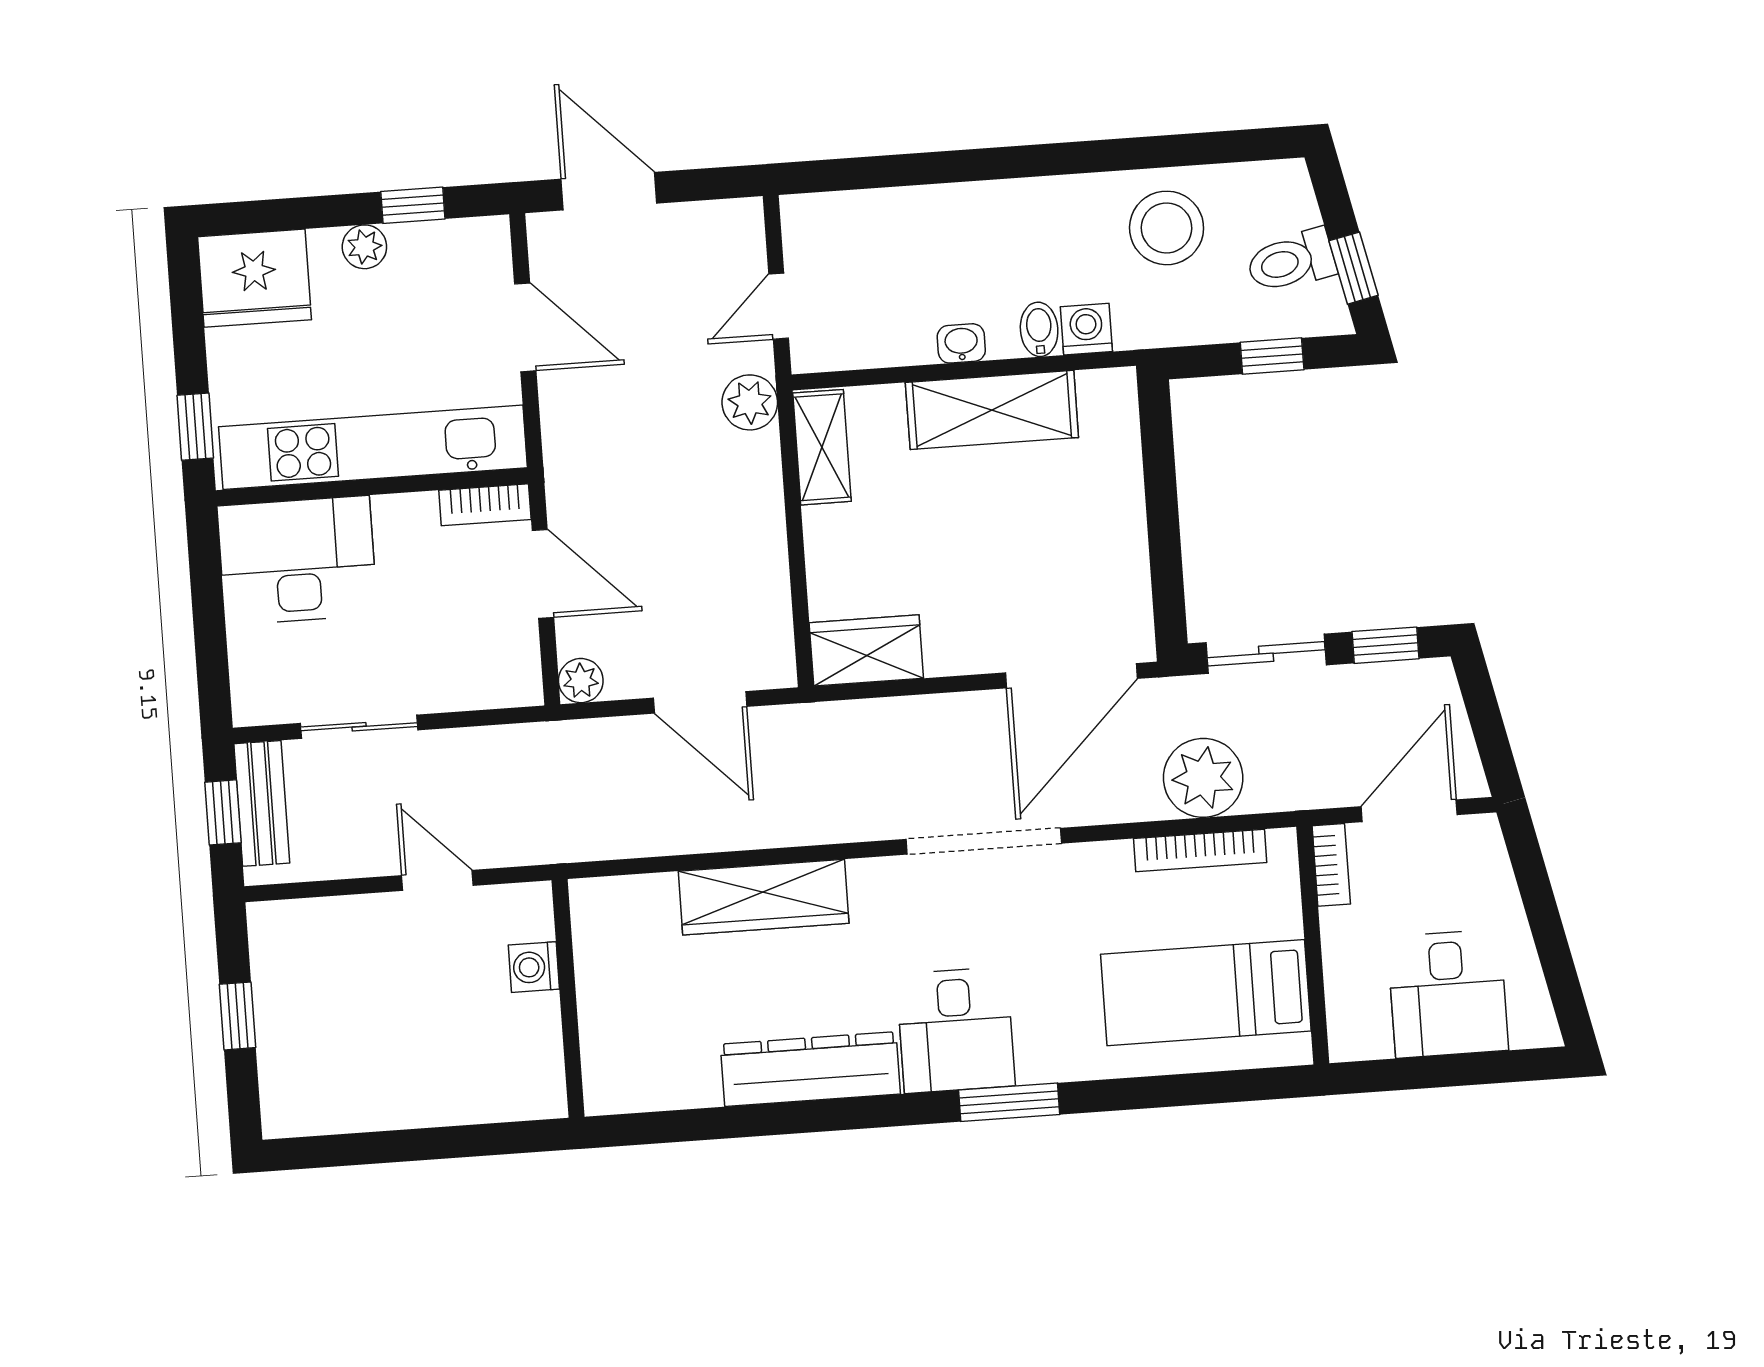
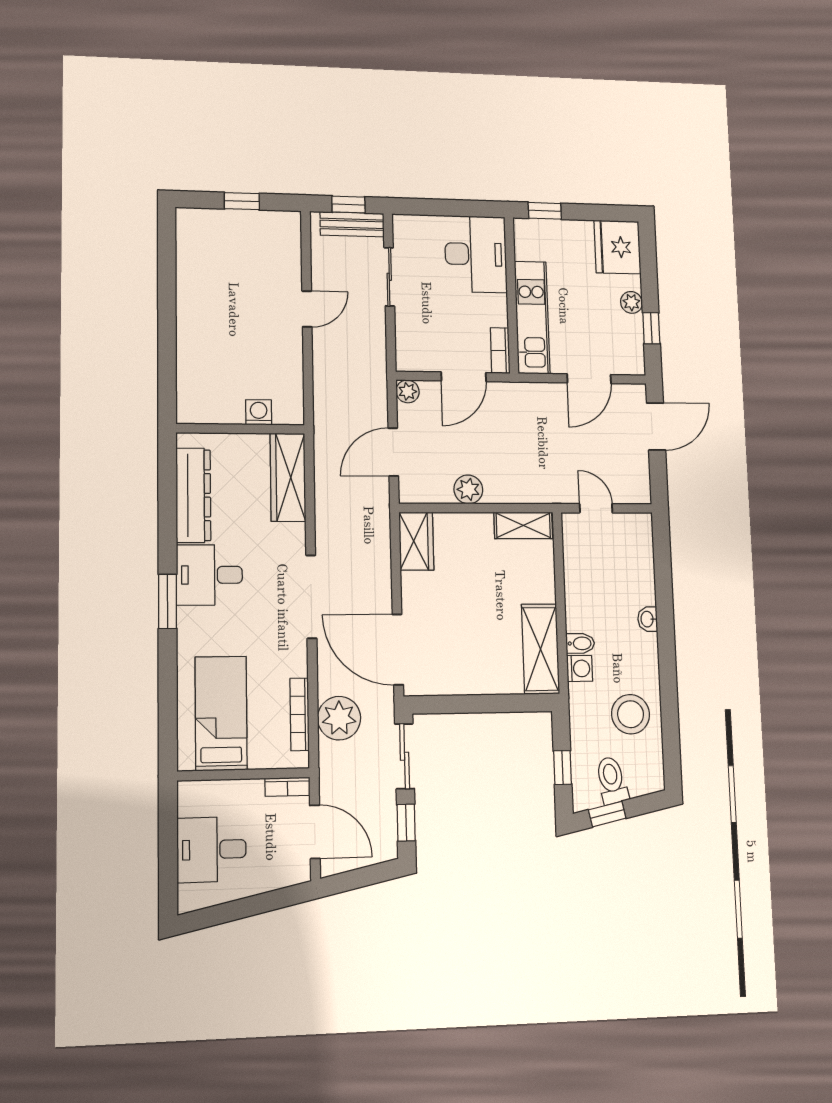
washbasin: (961, 343) -> (648, 619), moved, turned 180
plant: (750, 402) -> (468, 489), moved
shelving: (992, 410) -> (541, 649), moved
kitchen unit: (373, 447) -> (532, 318), width x0.73
washing machine: (534, 967) -> (259, 412), moved
wall: (568, 998) -> (241, 429), moved

